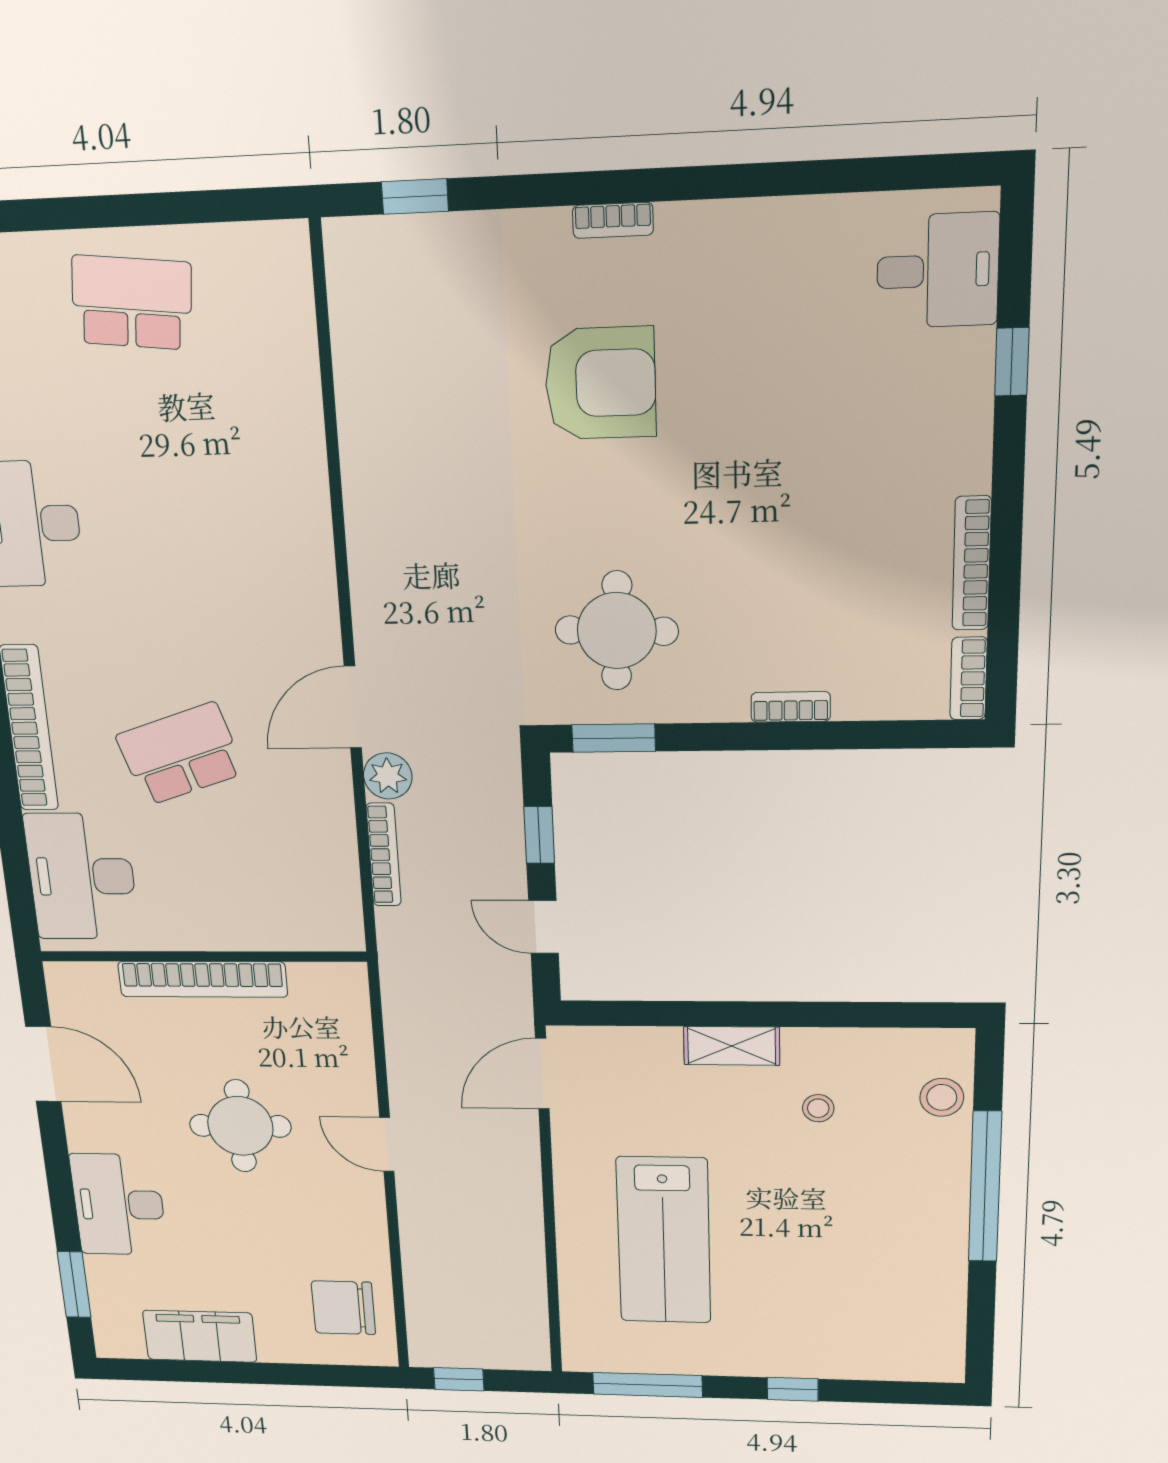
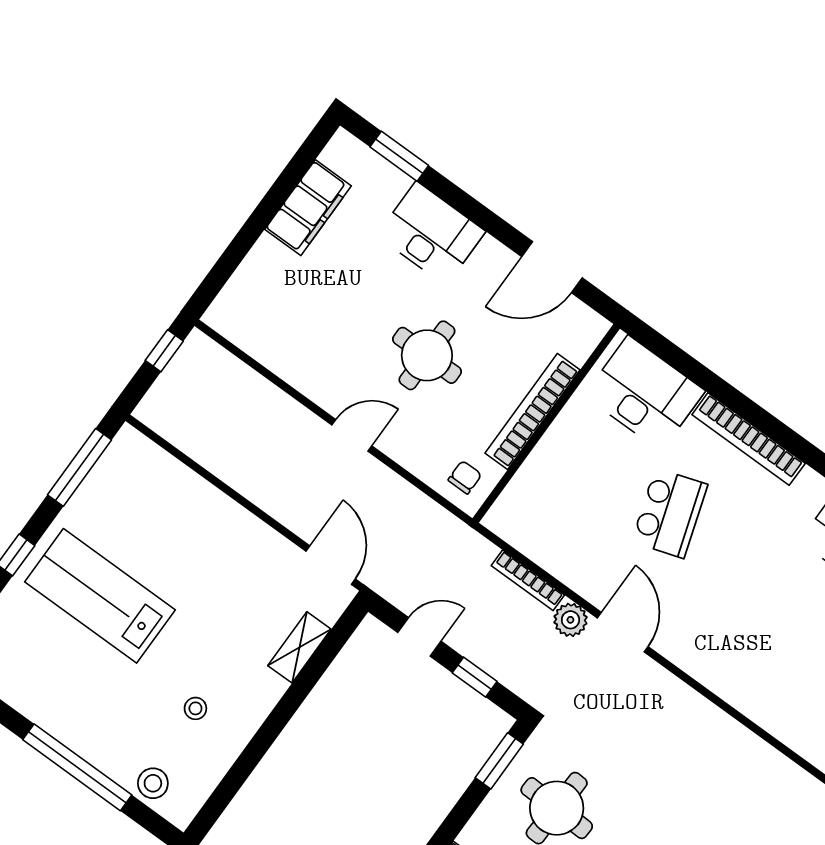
shelving: (732, 1046) -> (299, 647), moved
lab bench: (664, 1240) -> (100, 596), moved
chair: (343, 1308) -> (465, 477), moved, width x0.54, depth x0.54

